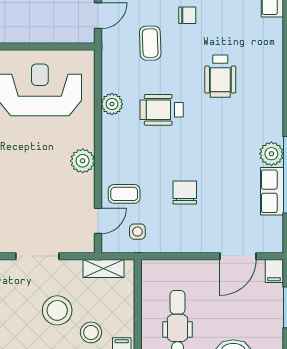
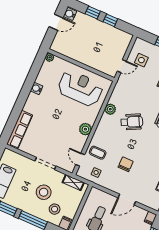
coffee table: (150, 43) -> (140, 89), removed
wheelchair: (162, 110) -> (132, 122), turned 153
door: (98, 221) -> (80, 160), swing flipped
door: (238, 256) -> (127, 200), moved

